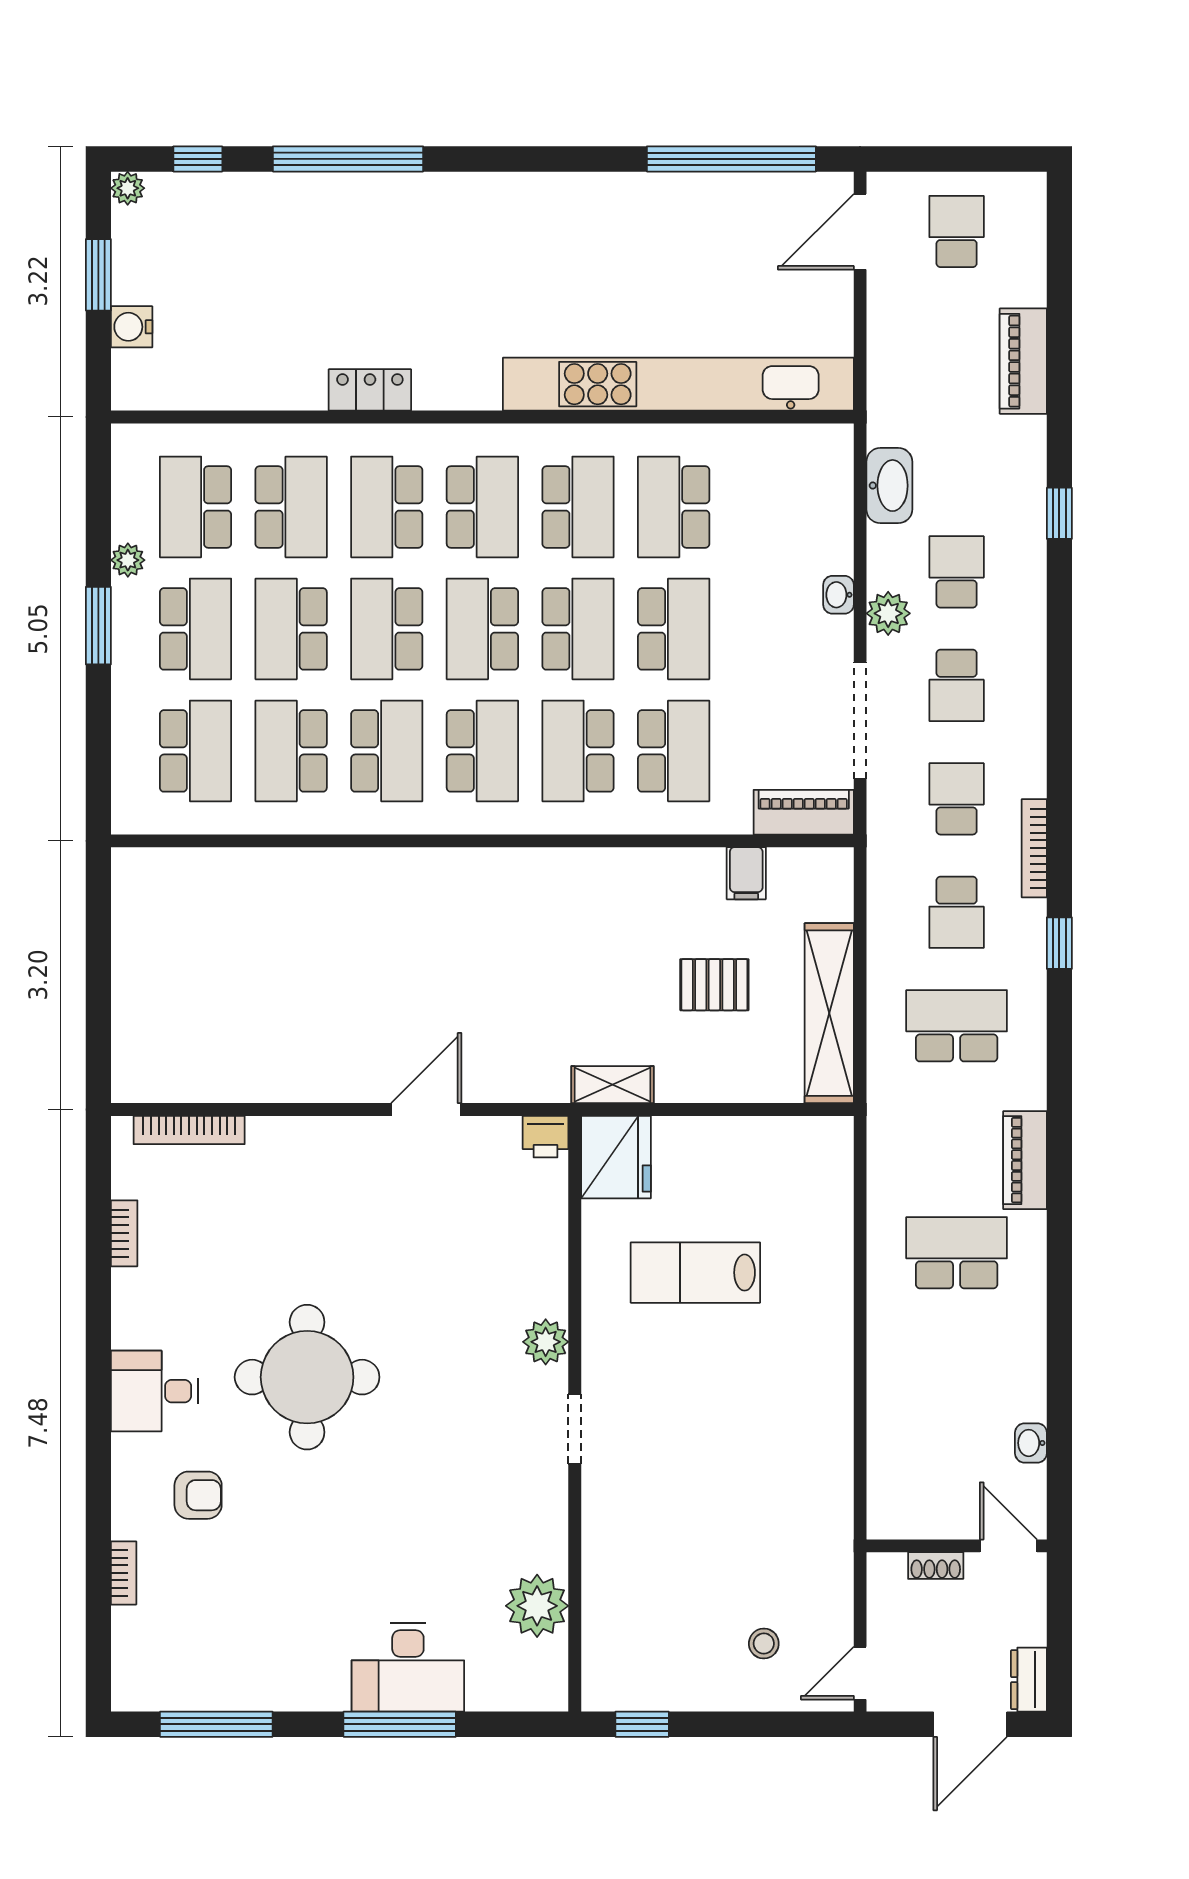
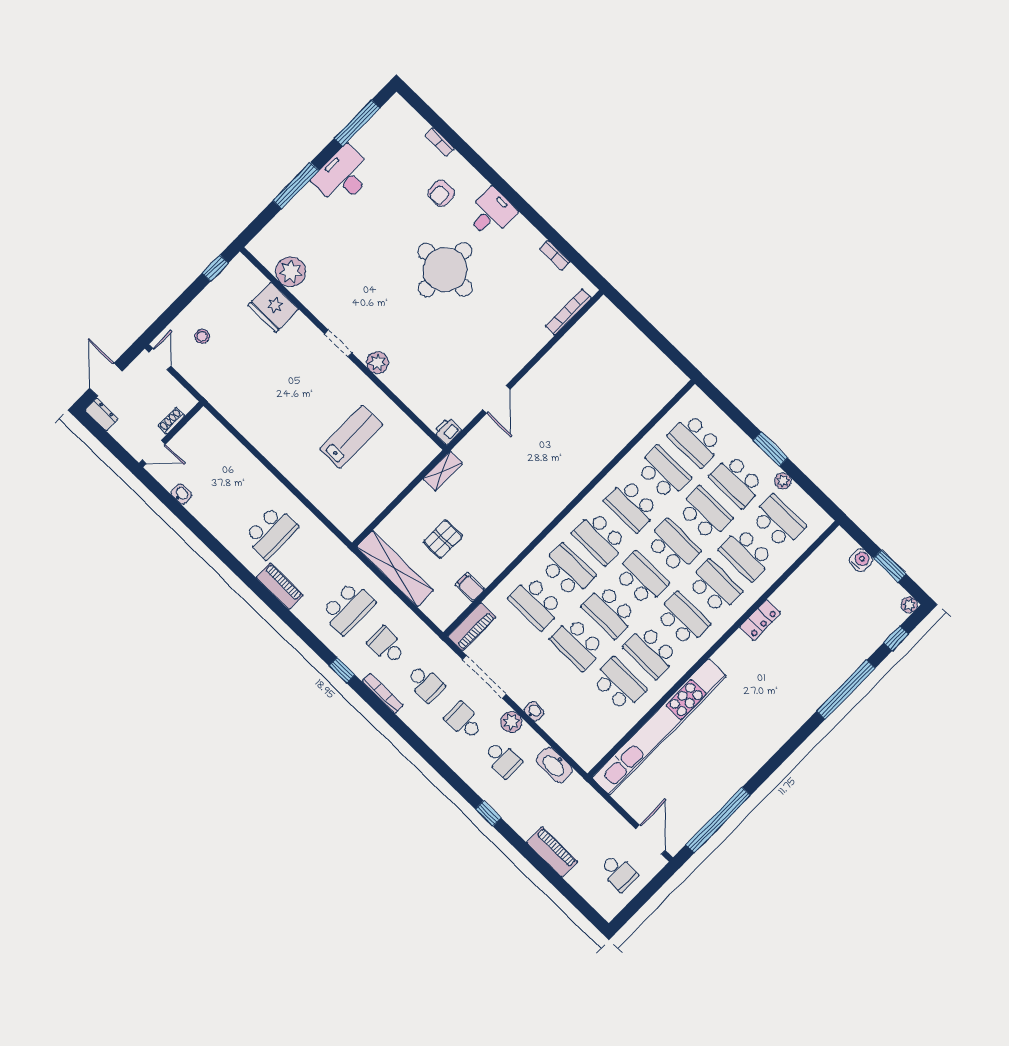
school desk: (482, 507) -> (683, 619), turned 180
fridge: (616, 1157) -> (273, 307), moved
desk: (408, 1667) -> (343, 176), moved

